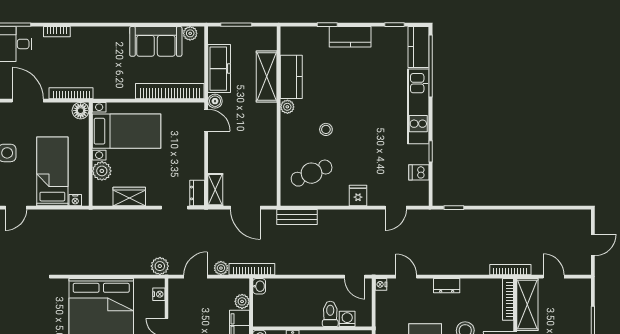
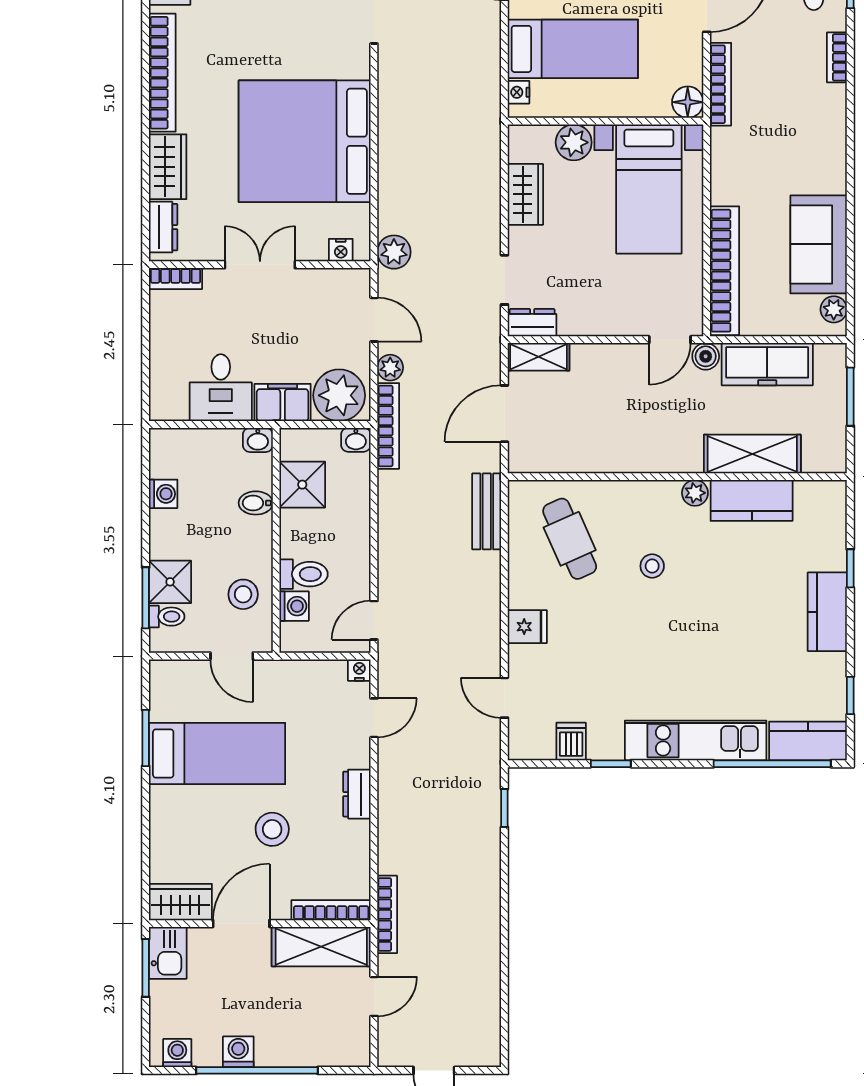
plant: (242, 301) -> (339, 395), width x1.88, depth x1.88
shower: (283, 315) -> (302, 485), added

